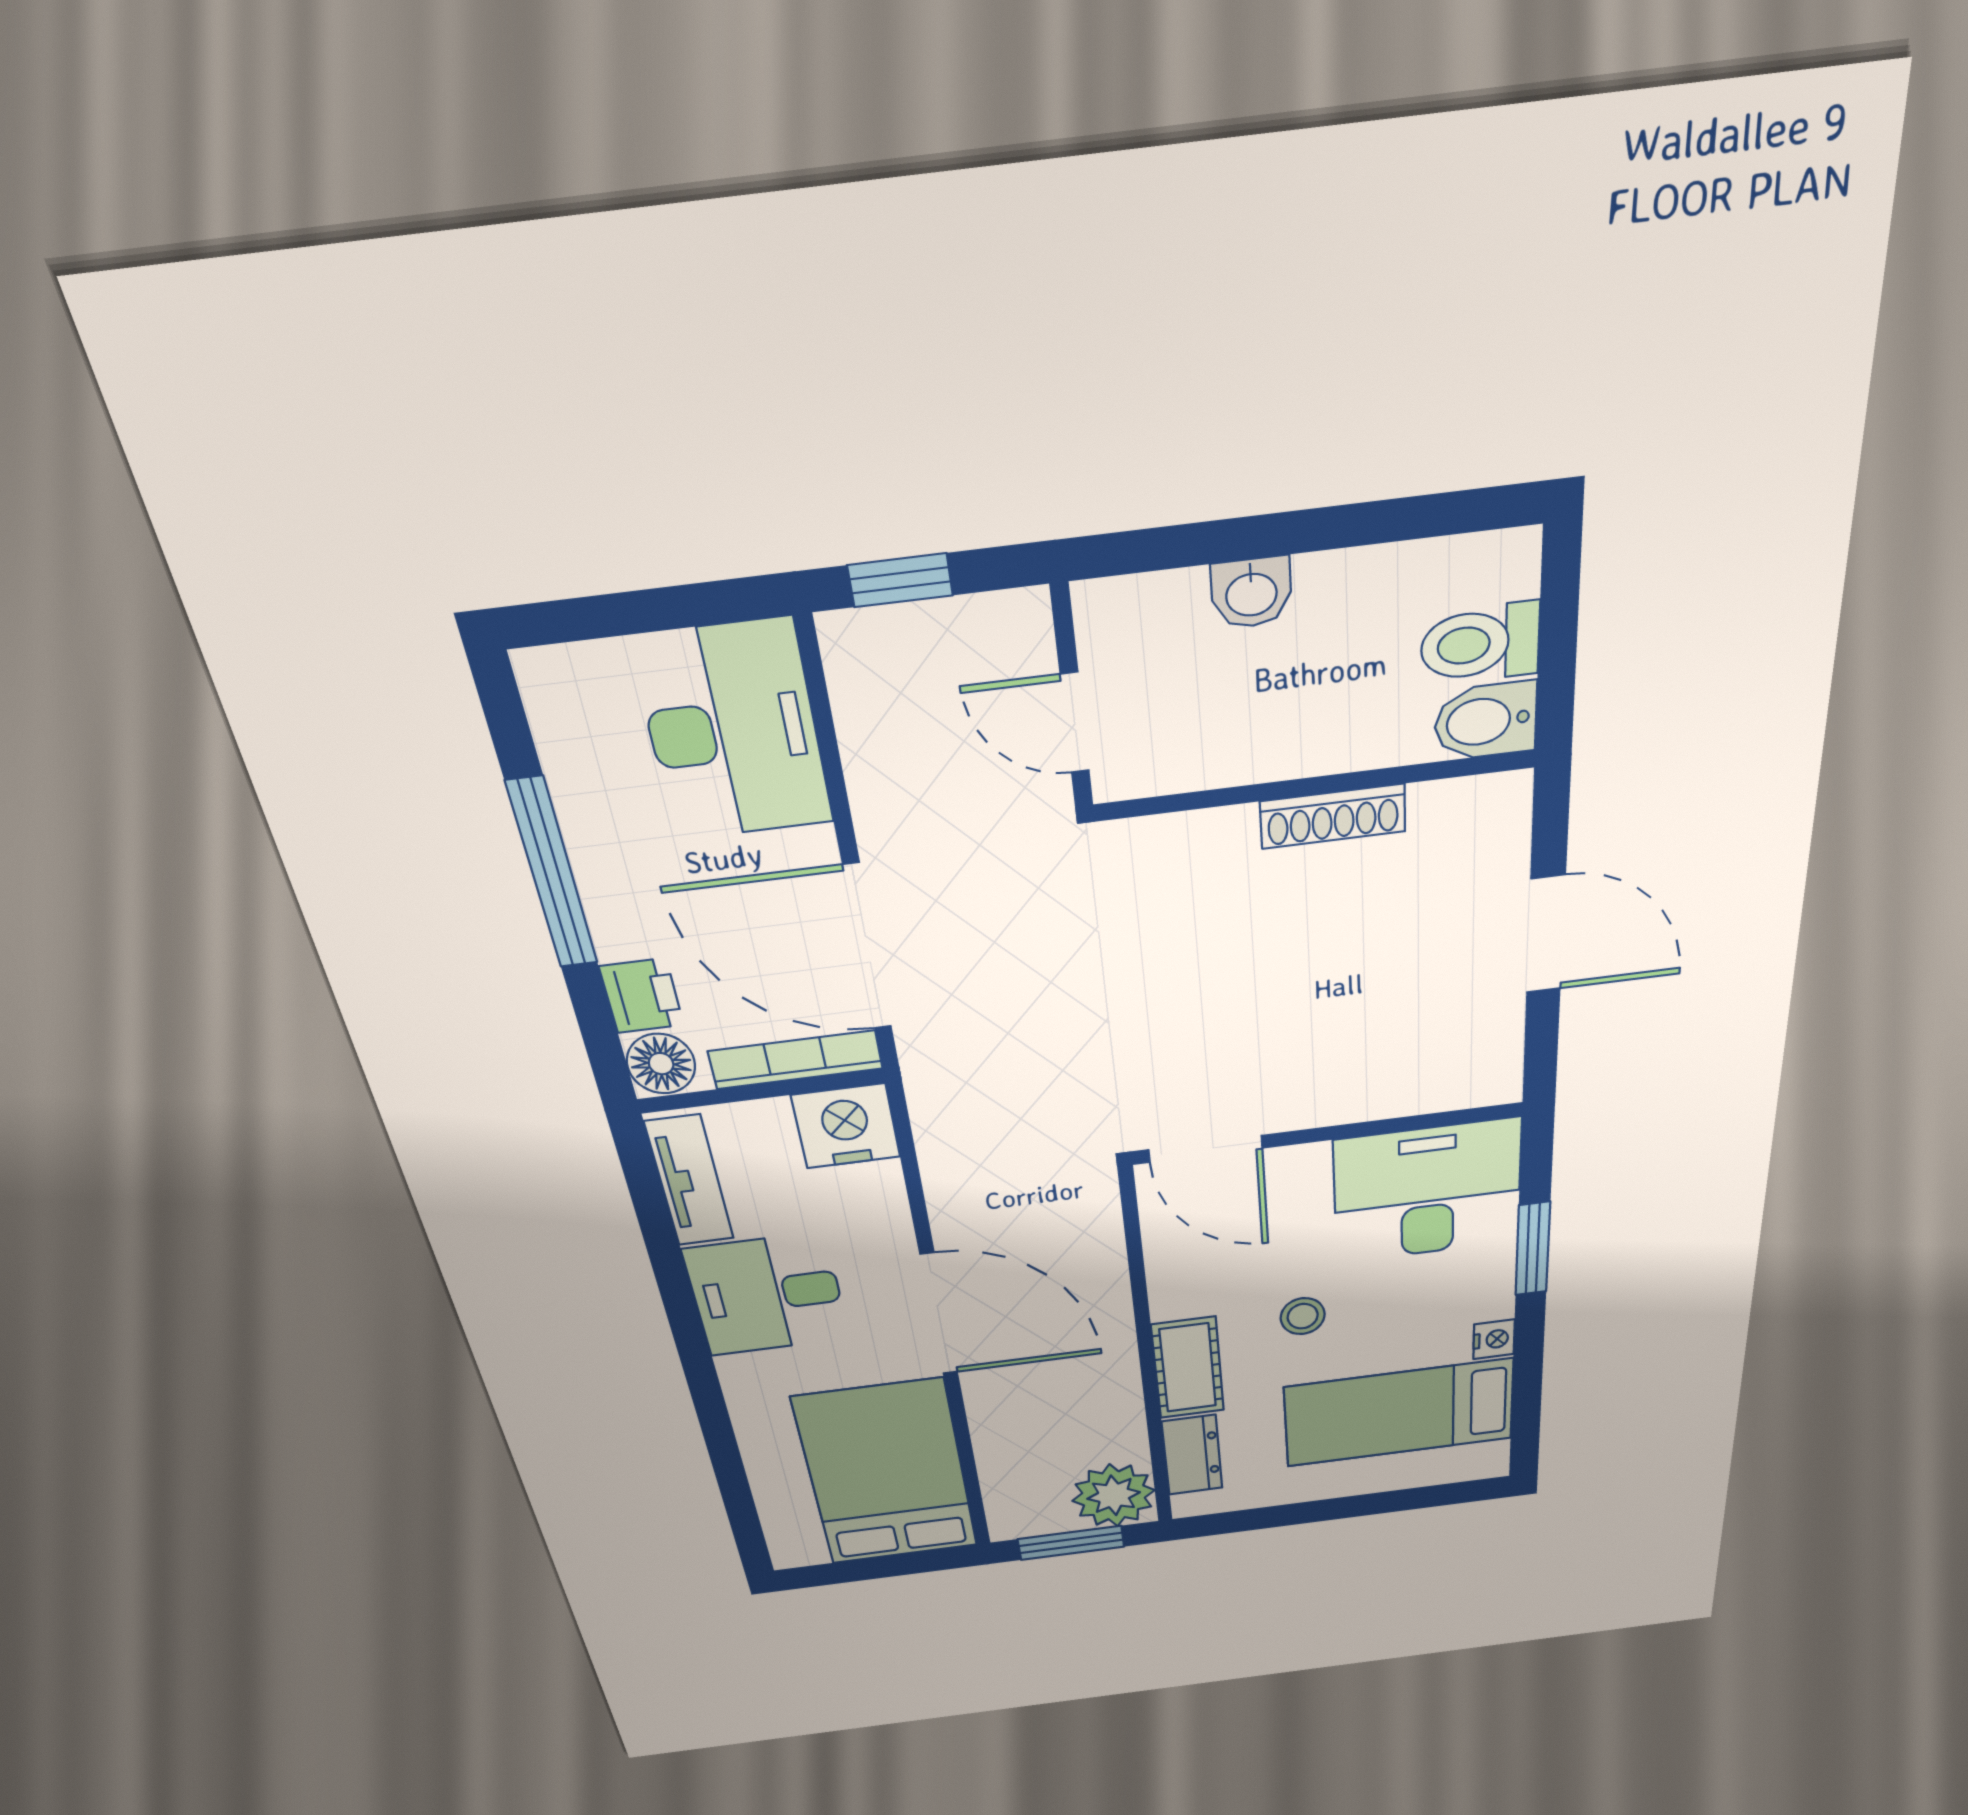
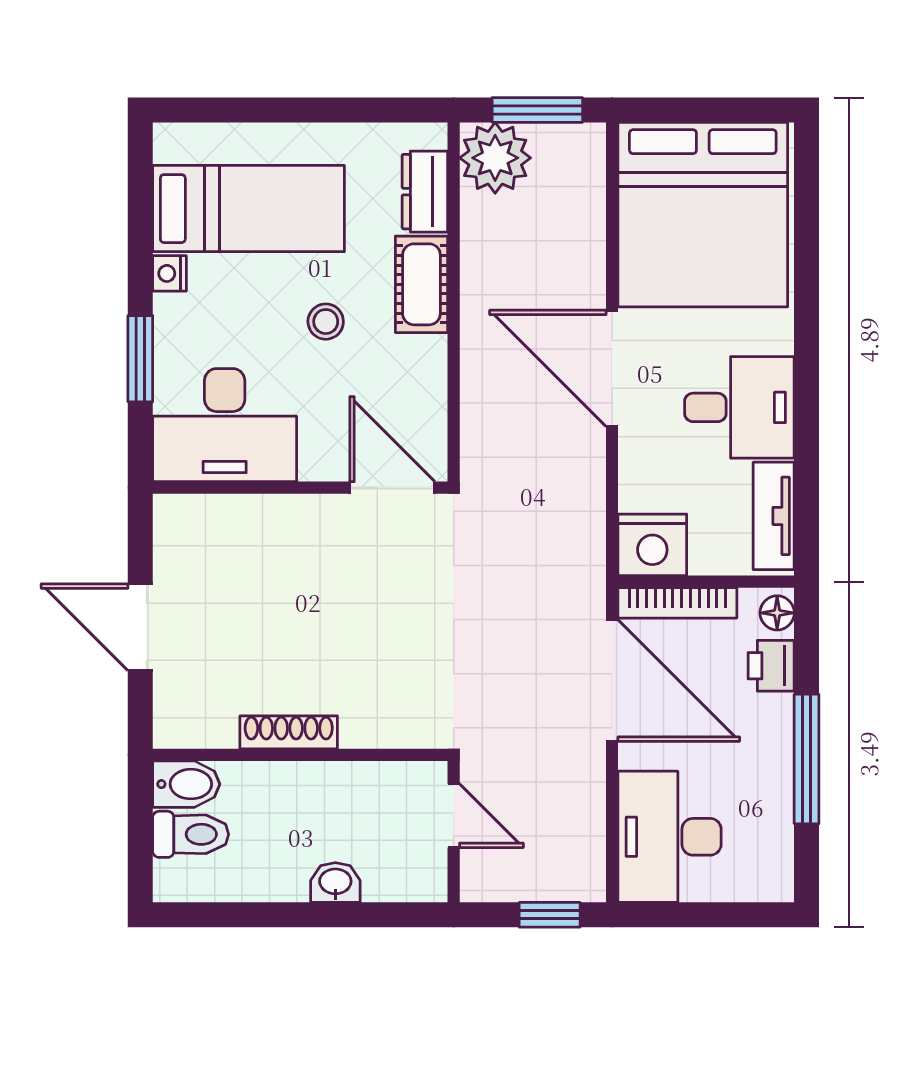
floor lamp: (661, 1064) -> (777, 613), width x0.73, depth x0.73
bed: (887, 1473) -> (703, 215), width x1.36

